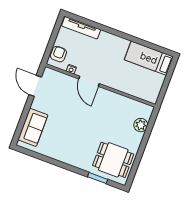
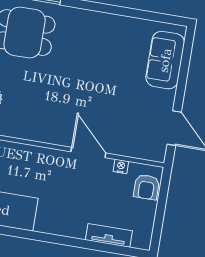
tv unit: (81, 28) -> (109, 235), width x0.71

